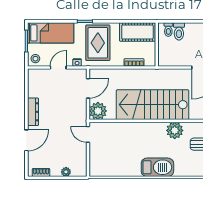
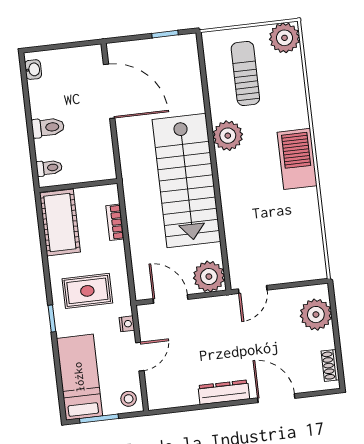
toilet: (179, 31) -> (48, 127), moved
rug: (98, 43) -> (87, 291), width x0.73, depth x0.70
door: (58, 68) -> (140, 357), swing flipped
plant: (66, 172) -> (316, 315), width x1.88, depth x1.88

